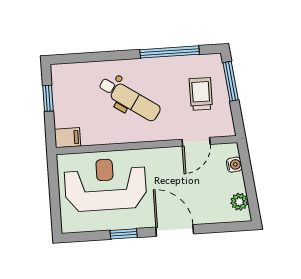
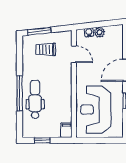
window: (170, 52) -> (20, 93), moved
dental chair: (130, 99) -> (35, 99), moved, turned -34
plant: (239, 202) -> (100, 32), moved

